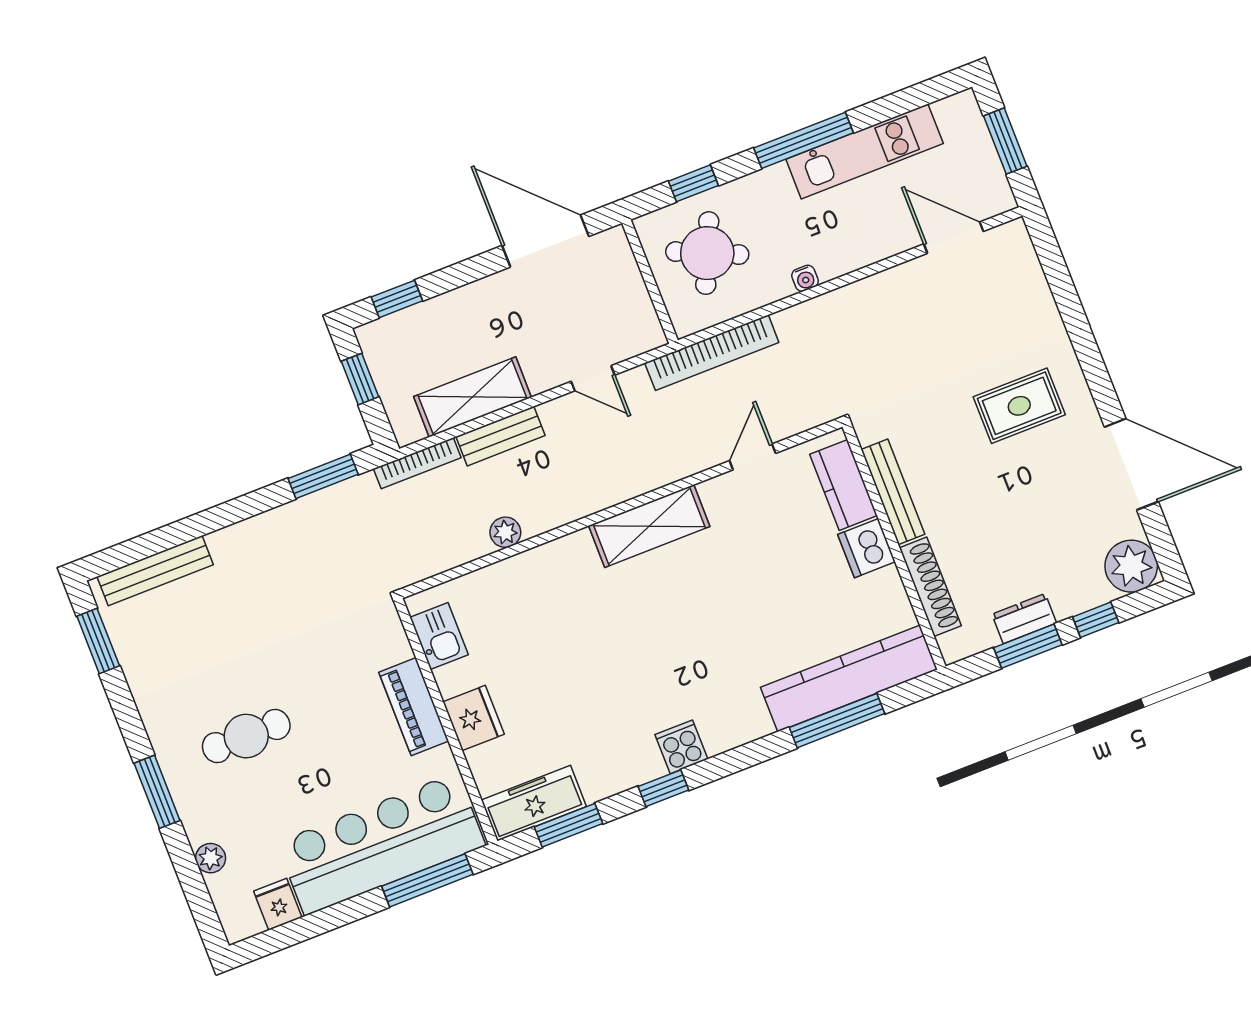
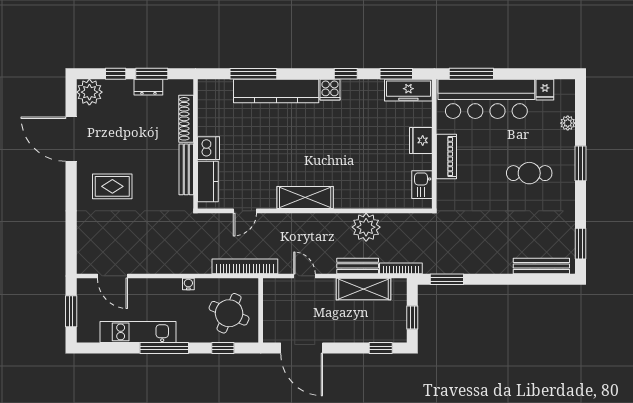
plant: (505, 532) -> (366, 227), width x1.87, depth x1.87
kitchen counter: (849, 678) -> (276, 91), moved

